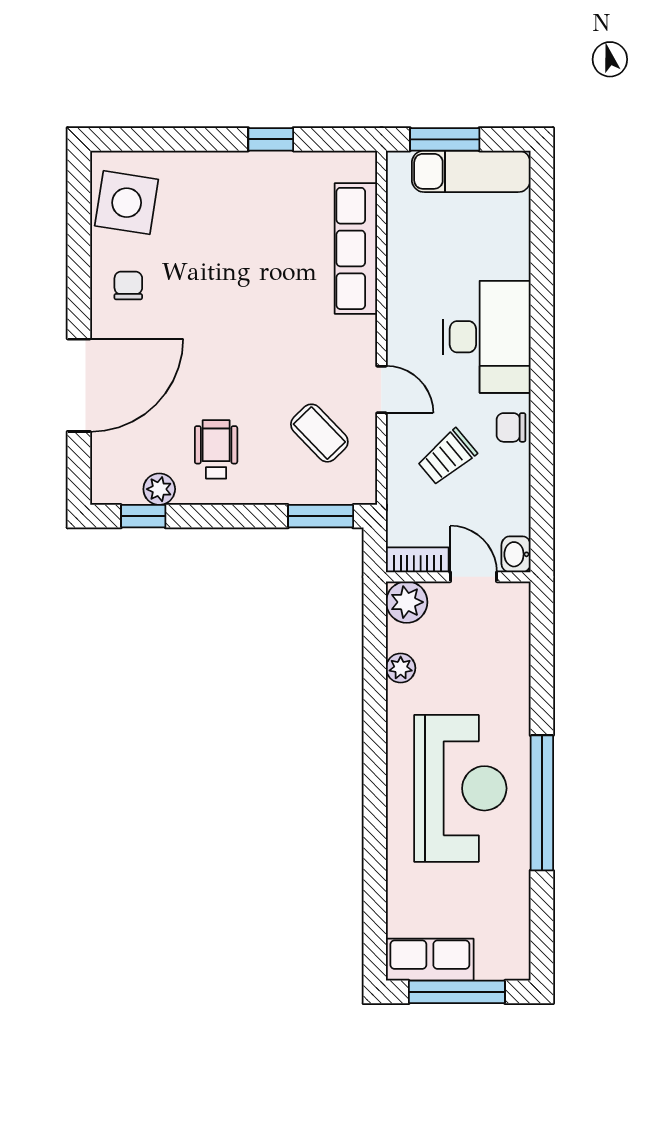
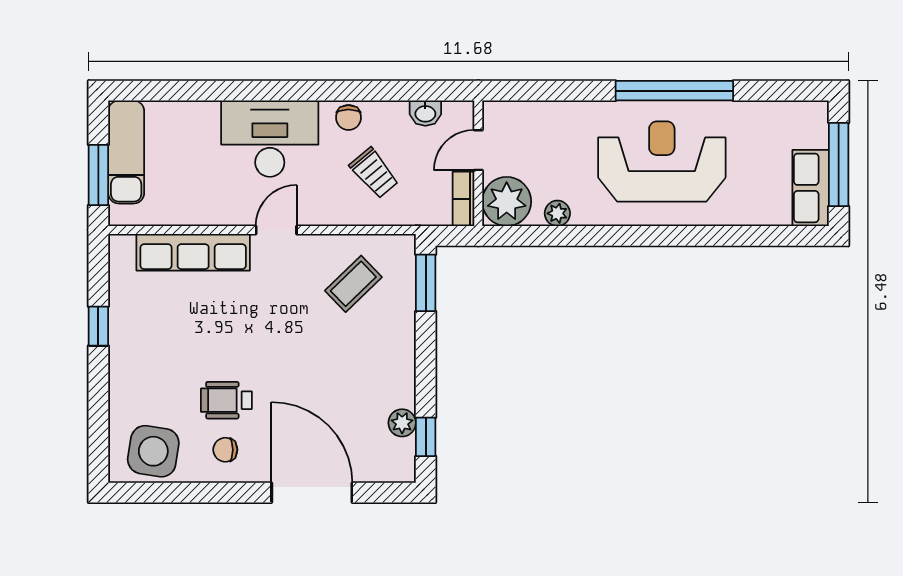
door: (381, 390) -> (276, 230), moved
wheelchair: (216, 449) -> (226, 400), moved
washbasin: (516, 554) -> (425, 113), moved
plant: (407, 602) -> (507, 201), width x1.36, depth x1.36

